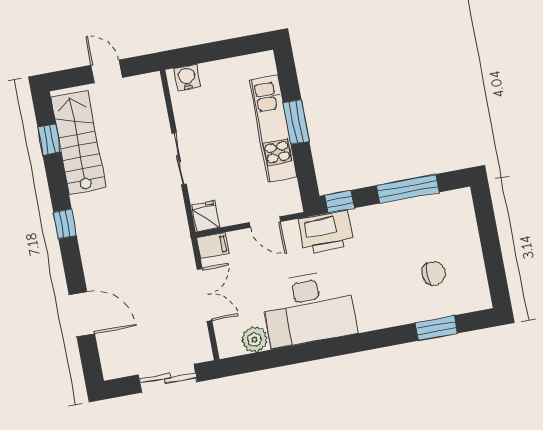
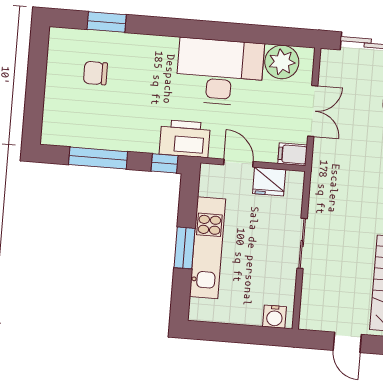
fridge: (206, 216) -> (269, 182), moved, width x1.38
double door: (205, 295) -> (313, 111), swing flipped
plant: (255, 339) -> (282, 62), width x1.36, depth x1.36

